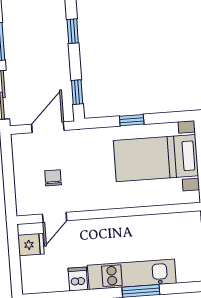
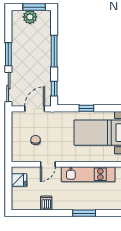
window: (73, 31) -> (54, 51), width x2.17
door: (55, 217) -> (48, 164), moved
kitchen unit: (132, 274) -> (88, 174), moved, turned 180

